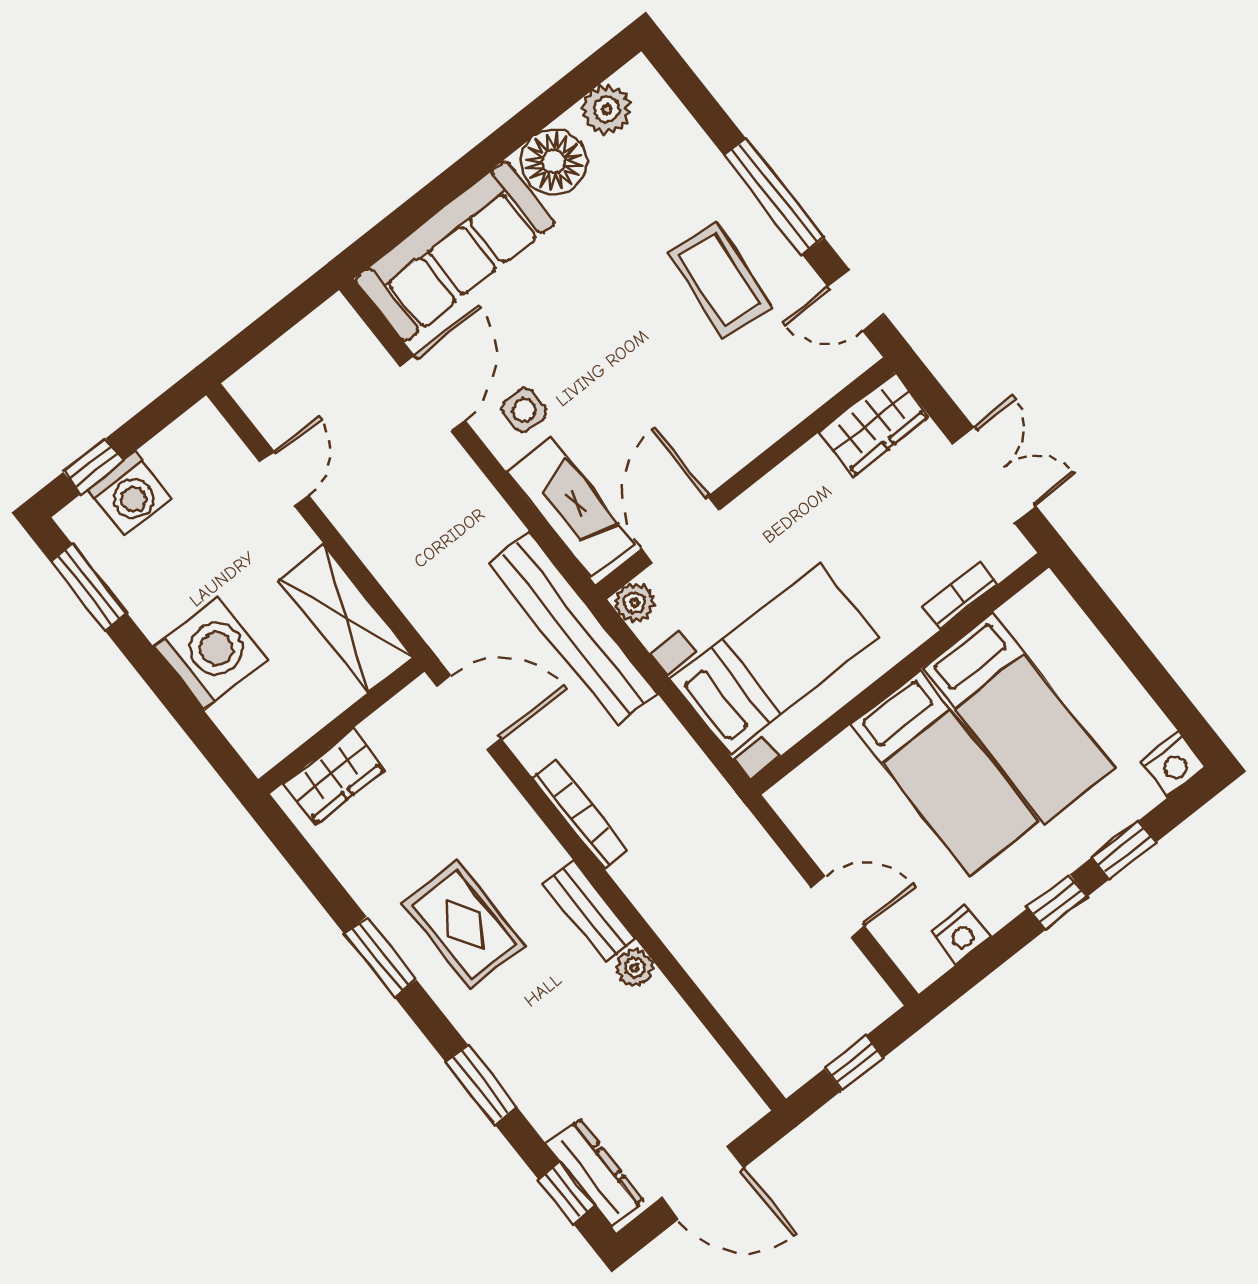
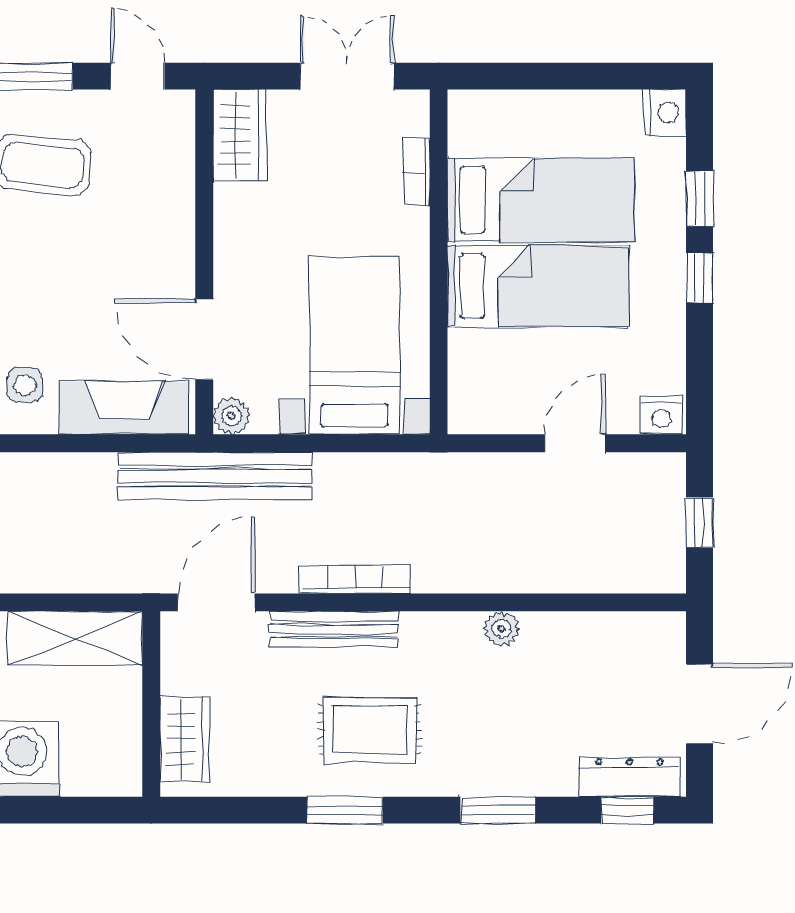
door: (856, 300) -> (138, 76), swing flipped
bench: (590, 911) -> (334, 629), moved, width x1.36
nightstand: (961, 935) -> (661, 415), moved, turned 90

